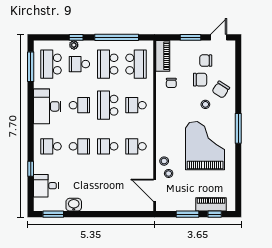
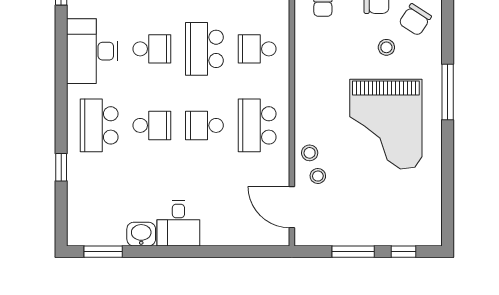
school desk: (51, 146) -> (99, 125), width x1.85
school desk: (136, 146) -> (257, 125), width x1.85
grand piano: (205, 146) -> (386, 124), turned 180
desk: (46, 186) -> (178, 223), moved, turned -90
piano: (211, 204) -> (397, 234), removed

